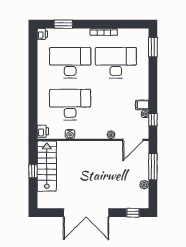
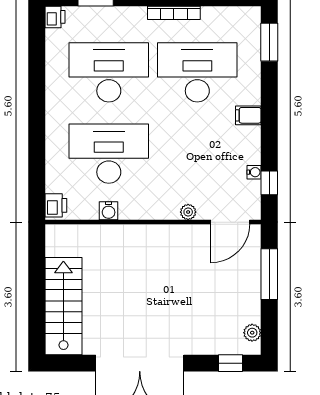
filing cabinet: (142, 105) -> (248, 115), moved
stairs: (47, 166) -> (63, 306), moved
window: (33, 171) -> (37, 283), removed
plant: (144, 185) -> (252, 333), moved

